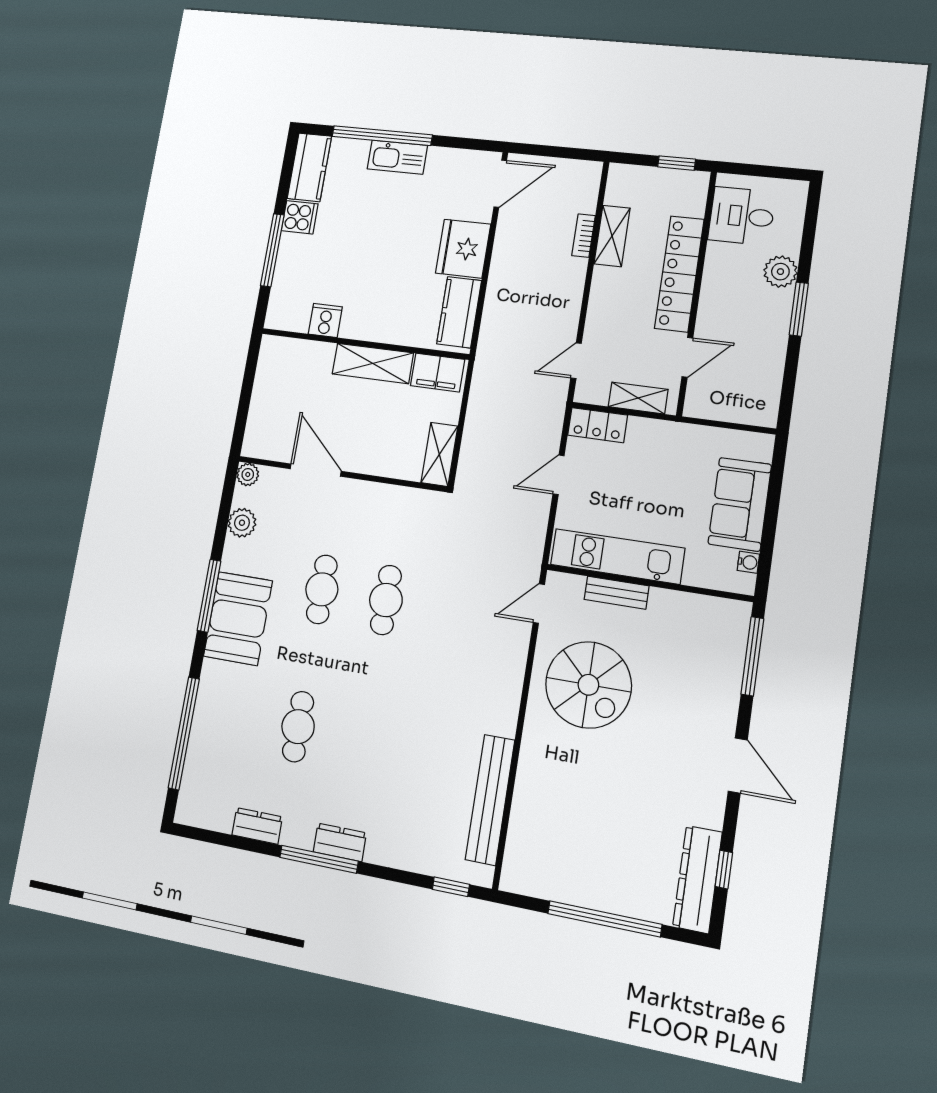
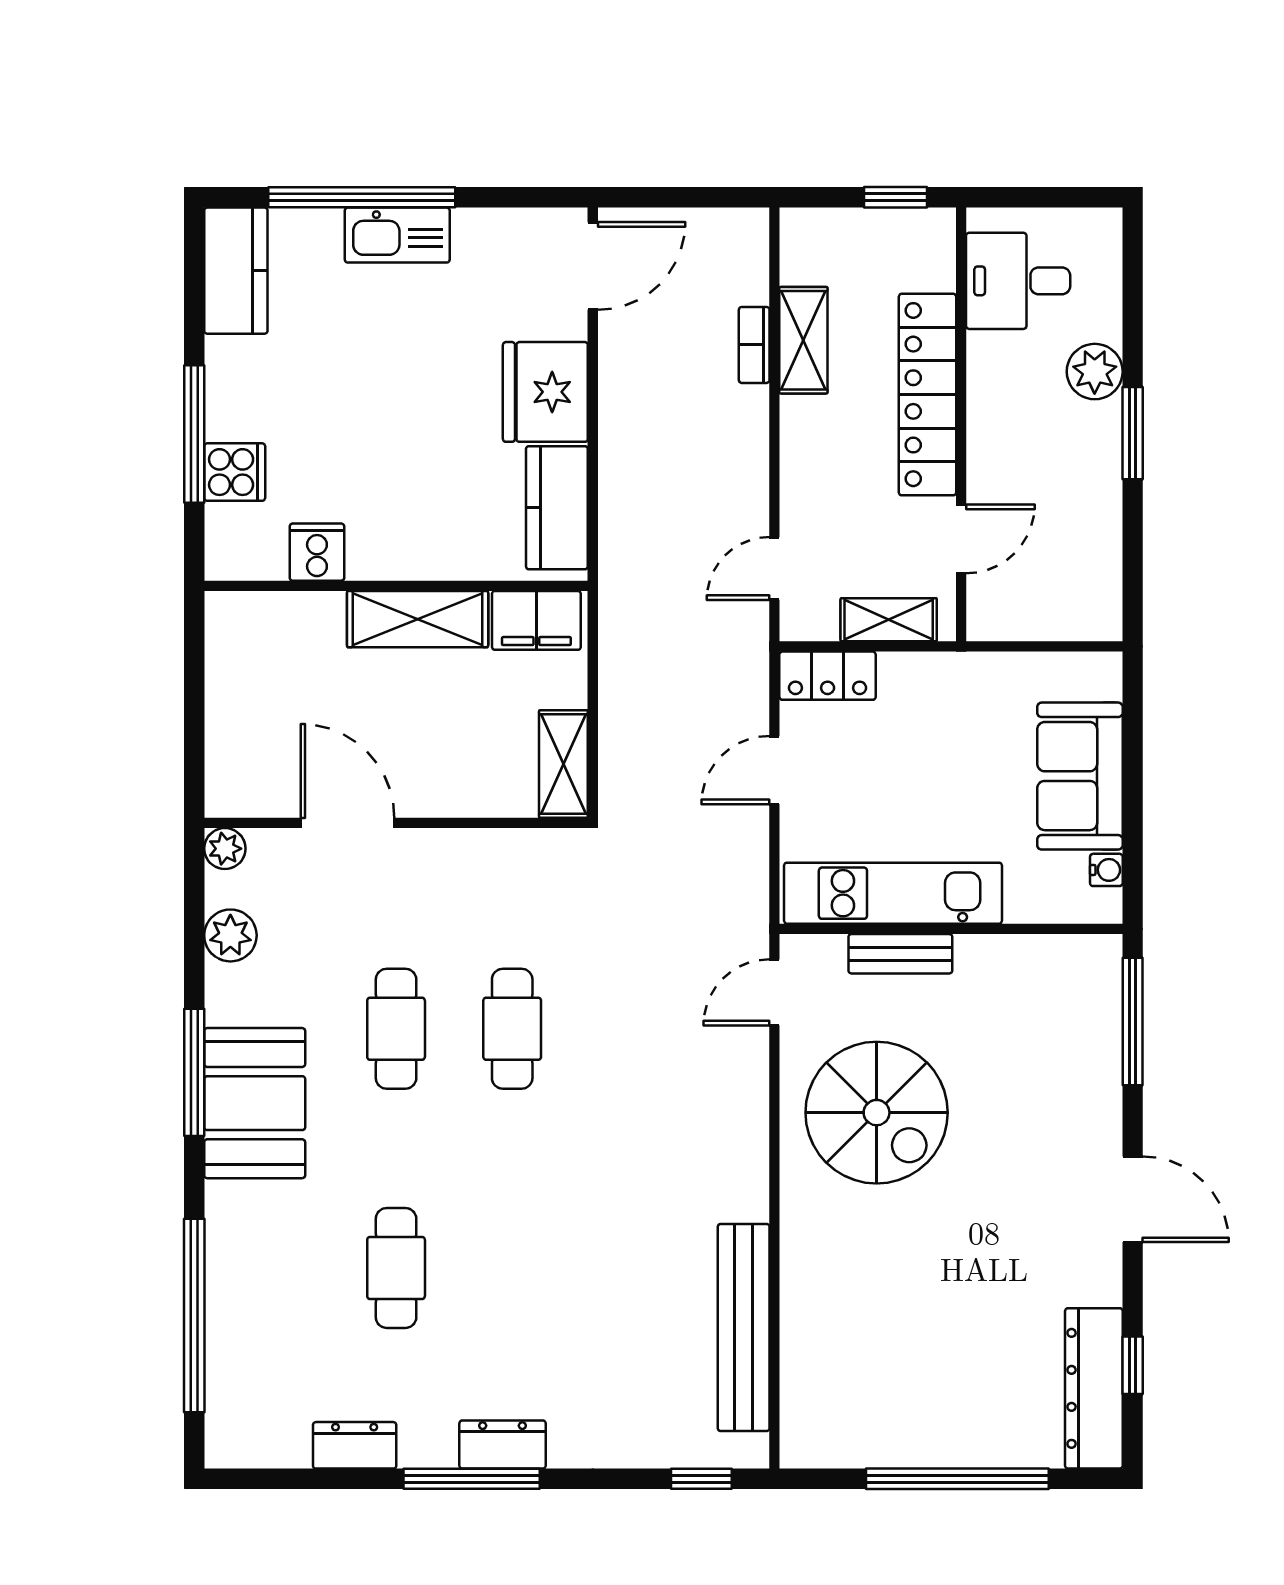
cooker: (300, 217) -> (235, 472), moved

